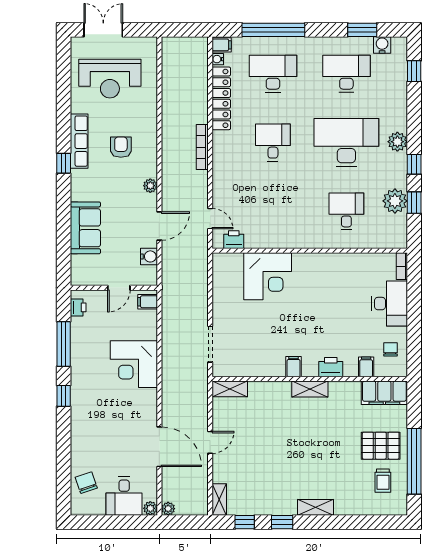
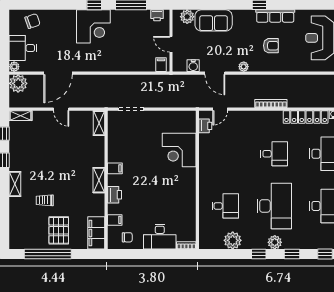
window: (414, 203) -> (292, 254), moved
plant: (80, 265) -> (187, 17), added
corner desk: (134, 364) -> (93, 26), moved, turned 180
trolley: (383, 481) -> (45, 200), moved
plant: (168, 509) -> (18, 83), width x1.88, depth x1.88

